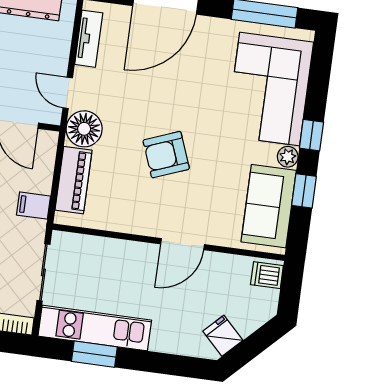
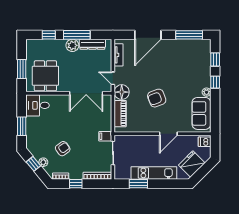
corner sofa: (270, 89) -> (195, 65), removed
window: (304, 191) -> (215, 59), moved
filing cabinet: (34, 206) -> (105, 136), moved
kitchen unit: (95, 328) -> (154, 173), moved
fridge: (223, 336) -> (192, 164), width x1.88, depth x1.34

